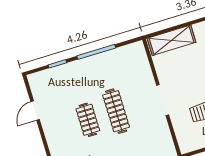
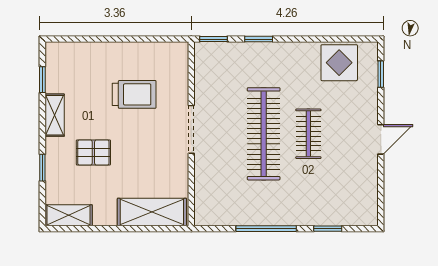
door: (35, 111) -> (381, 139), moved
clothes rail: (116, 111) -> (264, 134), width x1.37, depth x1.31

